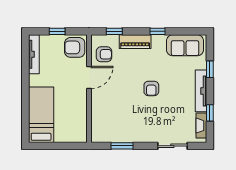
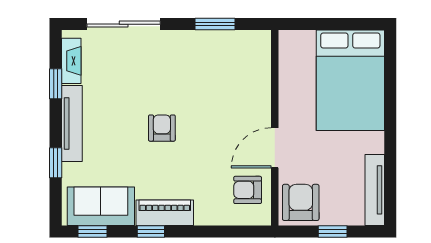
window: (114, 31) -> (92, 231), moved
piano: (135, 42) -> (165, 213), moved
armchair: (75, 47) -> (301, 202), turned -90
bed: (41, 115) -> (350, 80), width x1.50
sliding door: (172, 146) -> (124, 24), width x1.37

